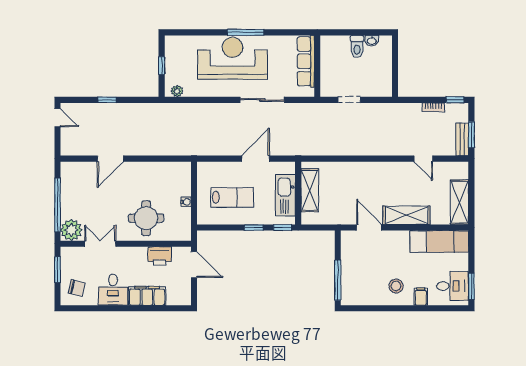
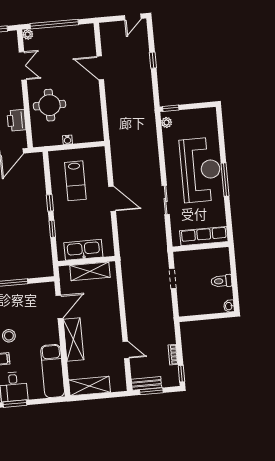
washbasin: (372, 41) -> (229, 306), moved
window: (162, 66) -> (171, 108), moved
sliding door: (262, 100) -> (166, 200), width x0.73
door: (423, 159) -> (126, 350), swing flipped
shelving: (310, 190) -> (90, 271), moved
wall: (298, 193) -> (87, 261), moved
kitchen sink: (285, 195) -> (83, 250), moved
plant: (71, 230) -> (28, 34), width x0.53, depth x0.53

